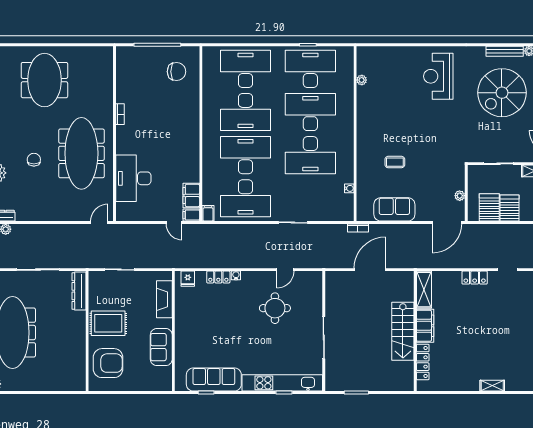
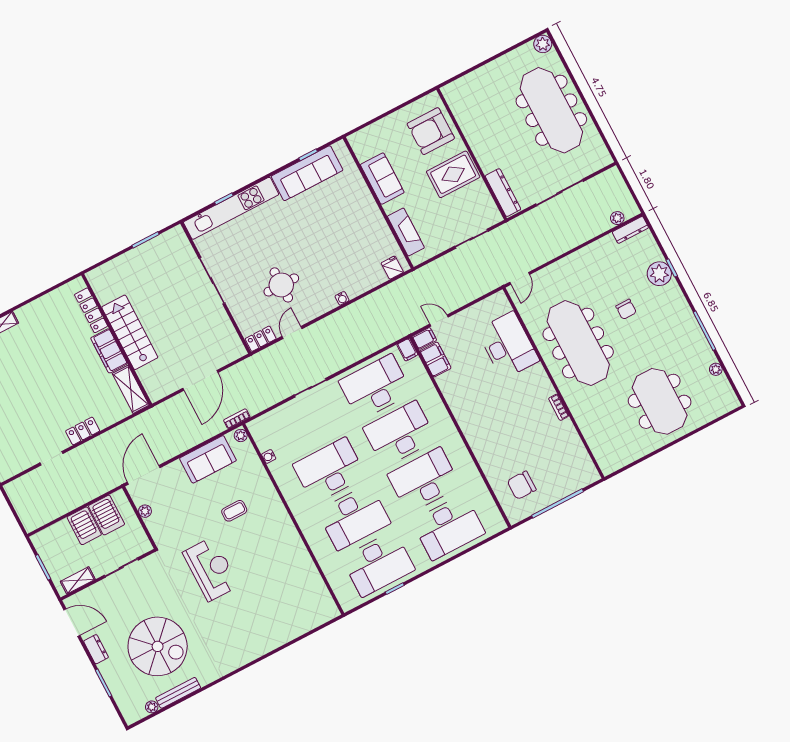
reception desk: (438, 76) -> (211, 569), moved
plant: (362, 80) -> (241, 435), moved
spiral stairs: (502, 93) -> (158, 646), turned 90
desk: (245, 155) -> (400, 434), turned 180
locker: (218, 277) -> (261, 339), moved

